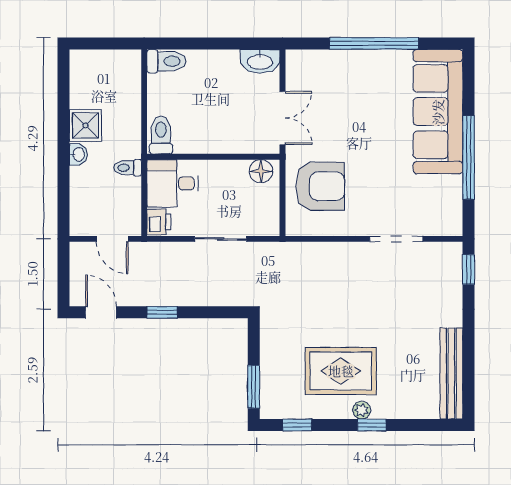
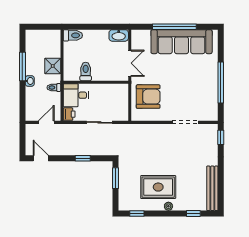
sofa: (438, 112) -> (182, 42), moved, turned -90
window: (64, 125) -> (22, 67), added
shower: (85, 125) -> (53, 66), moved
toilet: (161, 135) -> (86, 71), moved
floor lamp: (261, 171) -> (119, 89), removed
door: (112, 239) -> (46, 122), swing flipped
window: (162, 312) -> (83, 158), moved
window: (254, 387) -> (116, 178), moved
window: (372, 425) -> (193, 213), moved

